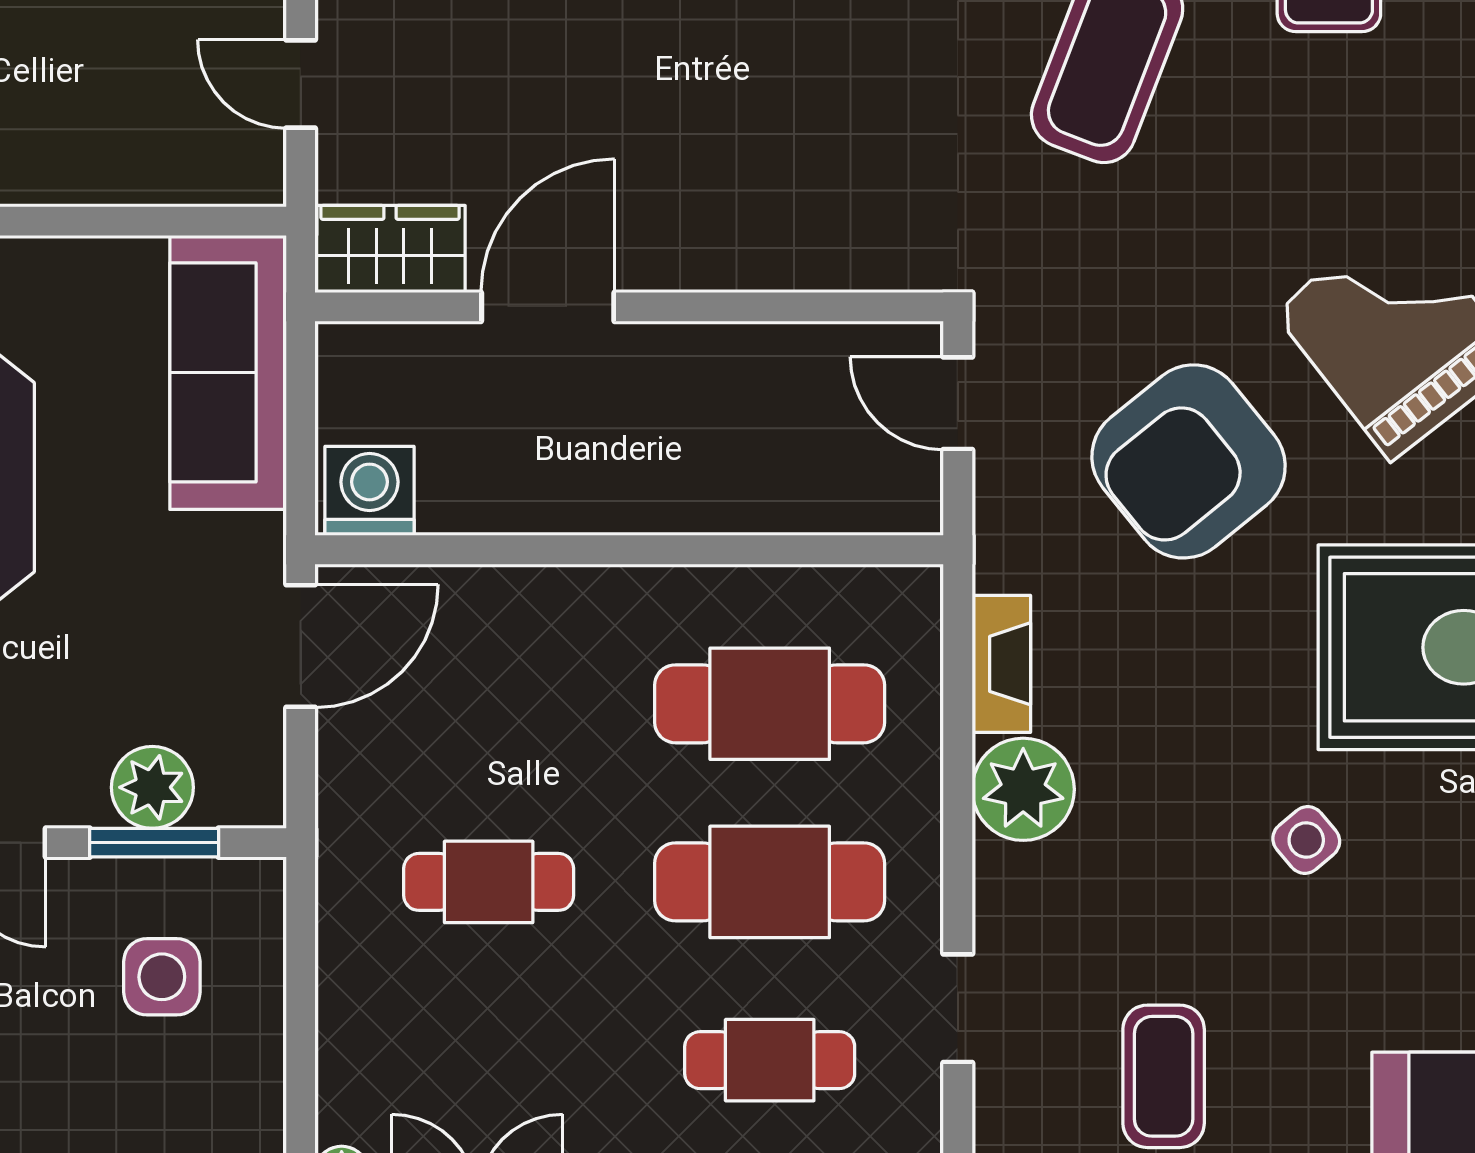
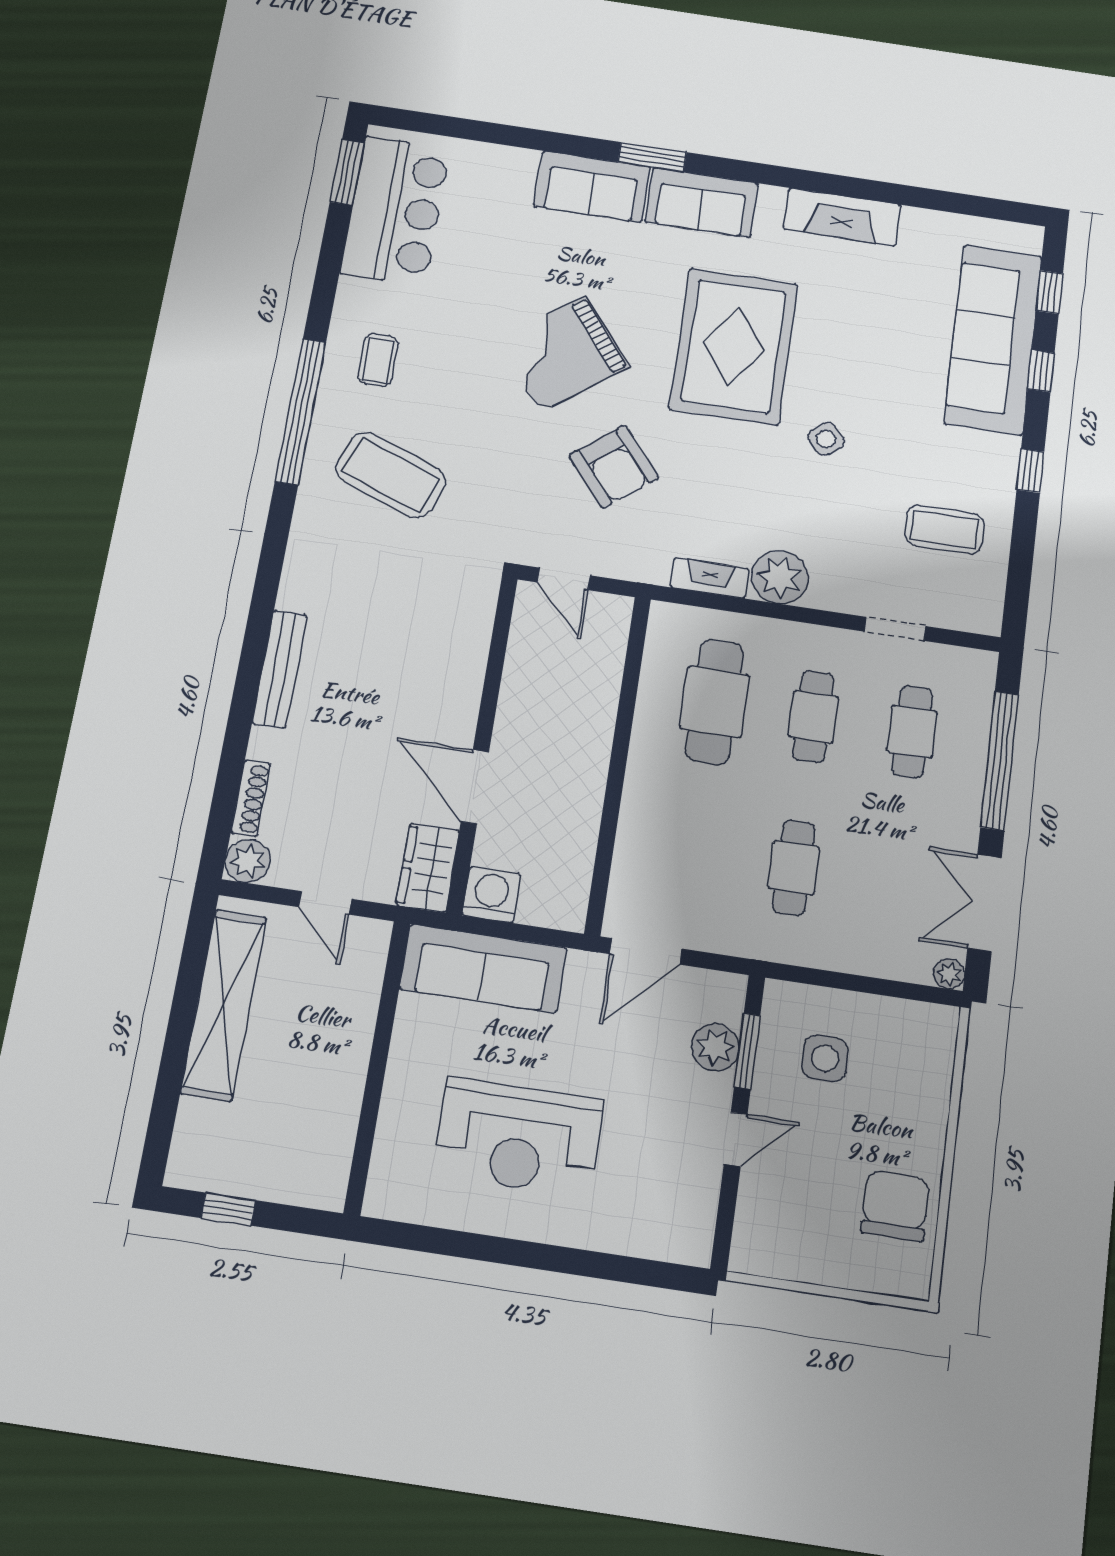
door: (301, 84) -> (325, 903), hinge flipped
door: (958, 403) -> (564, 579), hinge flipped
armchair: (1189, 461) -> (614, 467), width x0.73, depth x0.73
washing machine: (369, 491) -> (491, 895), moved, turned 90
door: (301, 646) -> (646, 951), swing flipped
cafe table: (770, 882) -> (813, 717), width x0.73, depth x0.74

